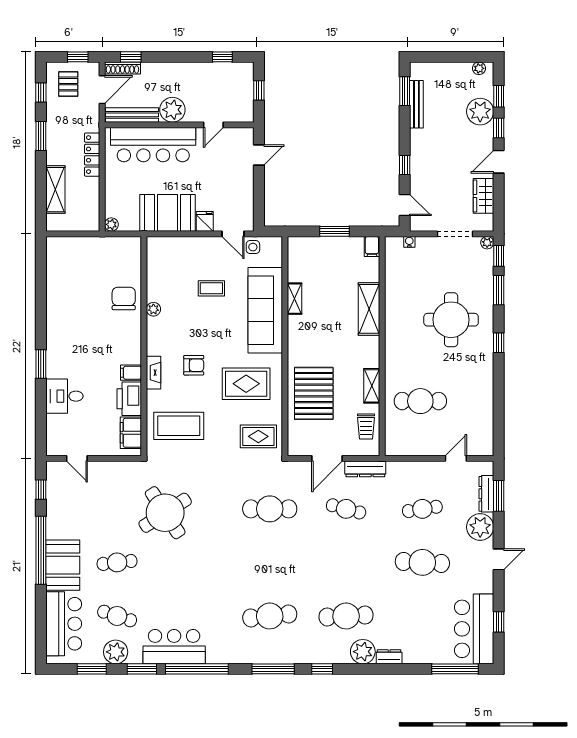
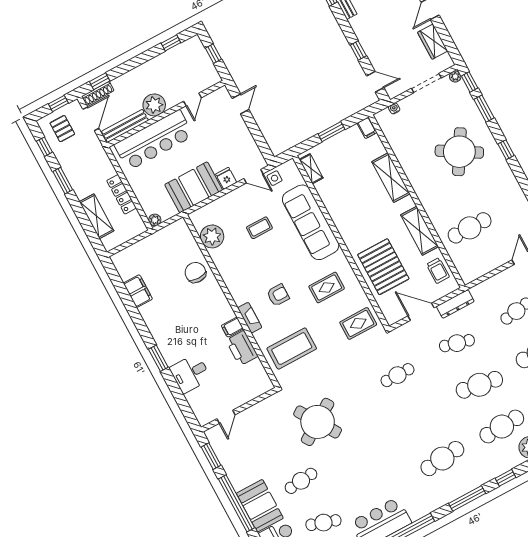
locker: (92, 155) -> (122, 194), moved
shelving: (294, 299) -> (311, 169), moved
plant: (153, 309) -> (212, 236), moved, width x1.88, depth x1.88
round table: (451, 320) -> (459, 152), turned 31
rug: (246, 384) -> (327, 287), width x0.73, depth x0.70
shelving: (372, 386) -> (420, 231), width x1.50, depth x1.33
filing cabinet: (131, 433) -> (138, 291), moved, turned 180
door: (77, 458) -> (226, 417), hinge flipped
door: (327, 458) -> (421, 312), swing flipped
window: (41, 490) -> (211, 456), width x1.50
cafe table: (270, 509) -> (397, 375), width x0.73, depth x0.74
cafe table: (346, 562) -> (479, 385), added

